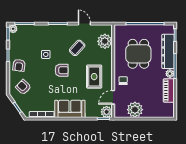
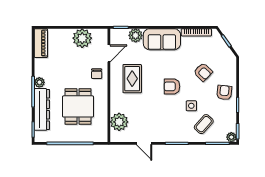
coffee table: (77, 48) -> (204, 124), moved
armchair: (23, 87) -> (203, 72), moved
piano: (169, 90) -> (41, 43), moved
plant: (107, 112) -> (136, 35), moved

